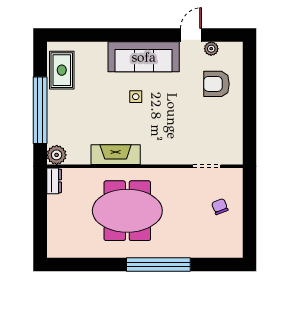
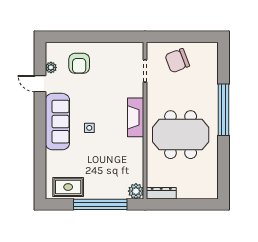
fireplace: (116, 155) -> (136, 117), moved
dresser: (54, 181) -> (161, 193), width x1.44
chair: (220, 207) -> (177, 61), width x1.87, depth x1.87
meeting table: (127, 211) -> (181, 135), turned 90

